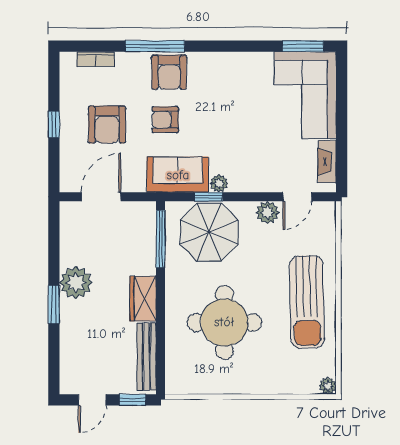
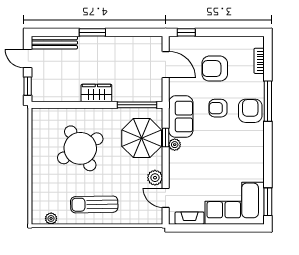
armchair: (169, 72) -> (250, 111), turned 90
armchair: (165, 120) -> (218, 108), turned -90
window: (54, 124) -> (186, 32), moved
plant: (76, 283) -> (107, 47), removed
sun lounger: (307, 302) -> (94, 204), width x0.73, depth x0.75
round table: (224, 322) -> (80, 148), turned -30
bench: (147, 357) -> (54, 43), moved
plant: (328, 386) -> (51, 218), moved

